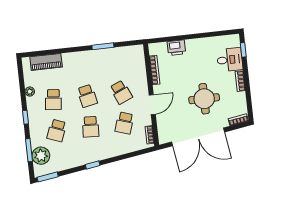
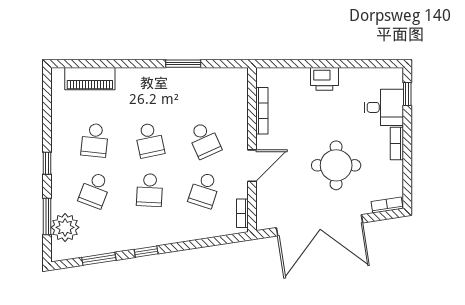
printer: (176, 48) -> (324, 79), moved
plant: (30, 92) -> (58, 123), removed
window: (48, 177) -> (99, 259), moved

